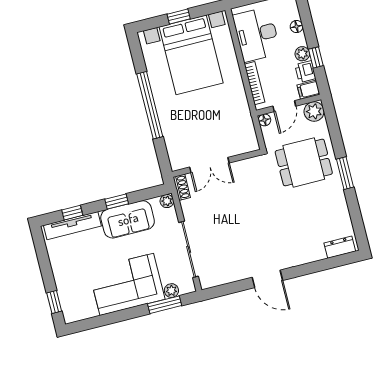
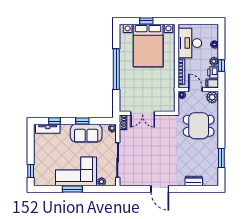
door: (284, 106) -> (195, 90), swing flipped
window: (345, 173) -> (221, 158), moved
tv unit: (72, 226) -> (48, 129), width x0.71
dresser: (340, 247) -> (194, 181), moved
window: (165, 305) -> (72, 189), moved

